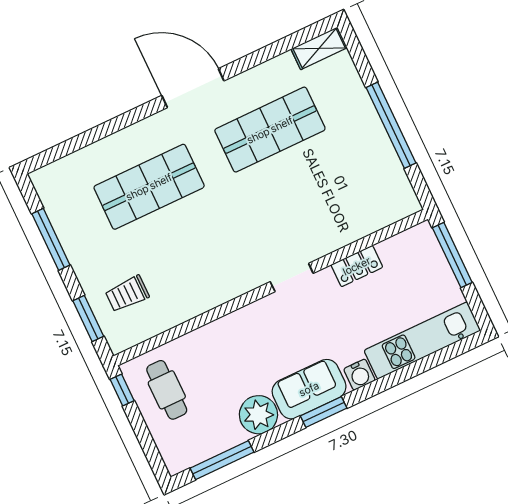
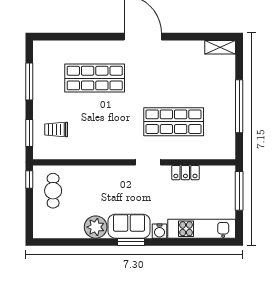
shop shelf: (270, 130) -> (174, 122), moved
window: (222, 460) -> (65, 242), removed

